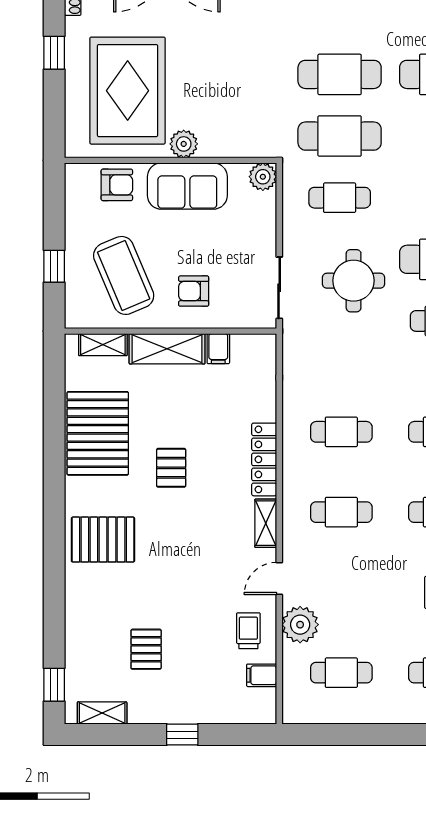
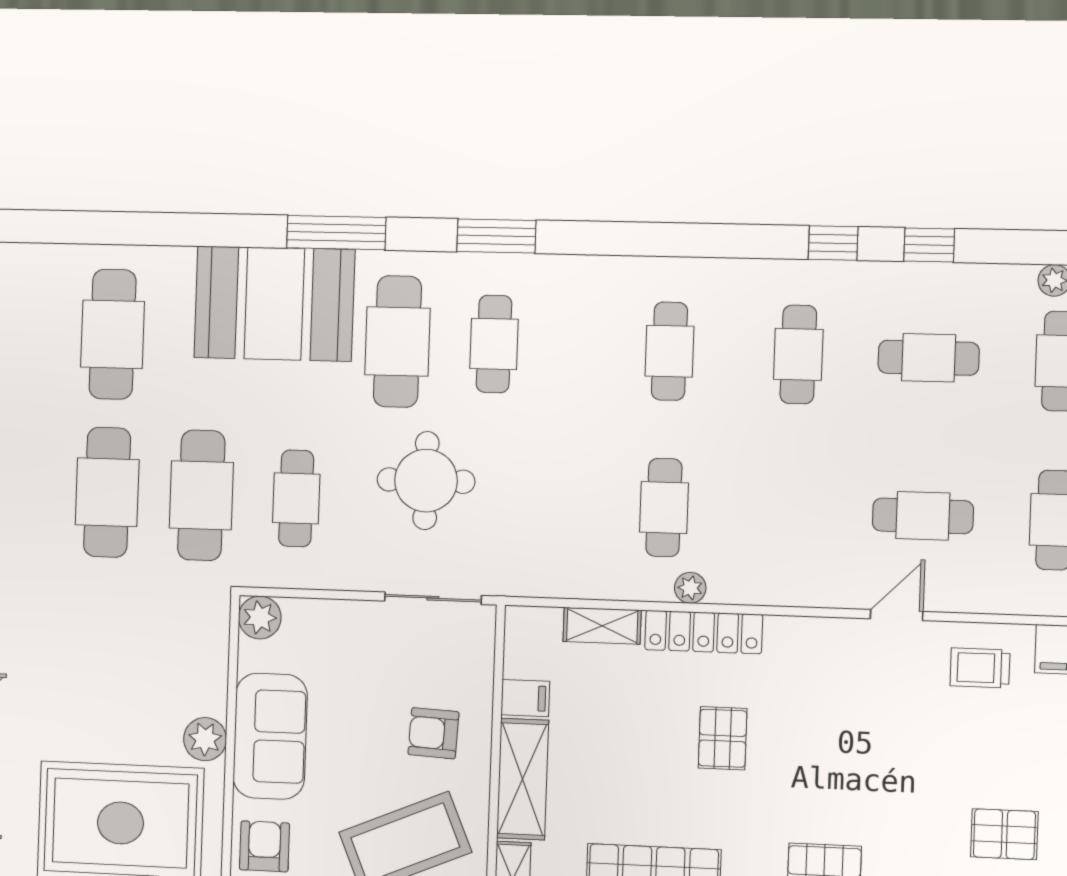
armchair: (194, 291) -> (433, 733), turned 93
pallet: (171, 468) -> (723, 738), moved, turned 90
cafe table: (341, 512) -> (923, 516), moved, turned 90
shelving: (266, 523) -> (602, 626), moved
door: (279, 578) -> (897, 615), swing flipped
plant: (300, 625) -> (690, 588), moved, width x0.53, depth x0.53

